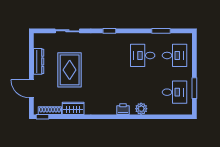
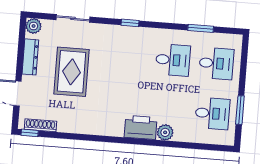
plant: (39, 39) -> (34, 26), added
desk: (143, 55) -> (173, 60), turned 180
wardrobe: (73, 108) -> (72, 125), removed
printer: (123, 109) -> (141, 127), width x1.87, depth x1.48

